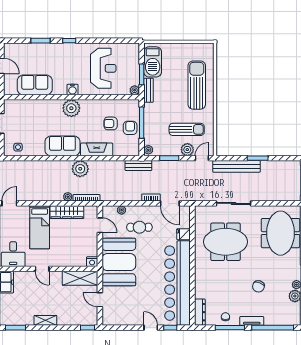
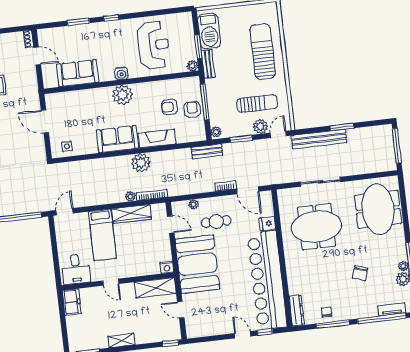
tv unit: (252, 321) -> (392, 309), moved

